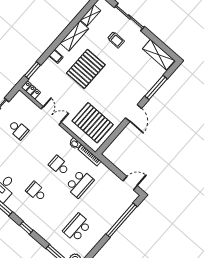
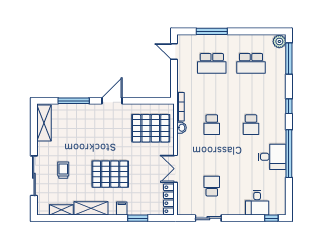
window: (32, 70) -> (138, 218), moved
locker: (31, 90) -> (169, 199), width x1.53
pallet: (93, 123) -> (151, 128), turned 90
school desk: (80, 184) -> (212, 63), moved, turned 180
window: (121, 220) -> (212, 31), width x0.68

